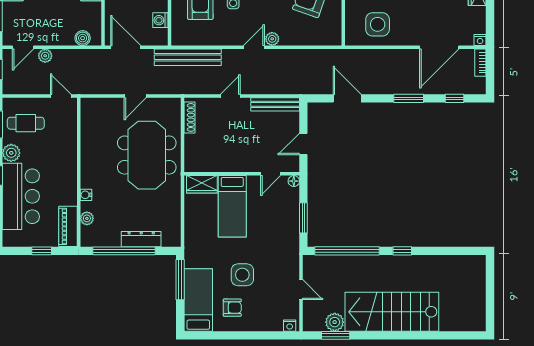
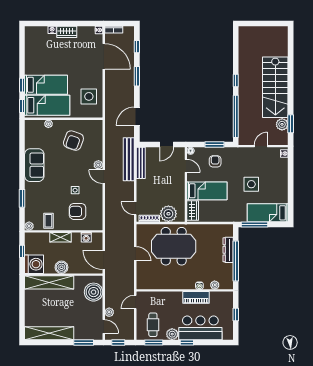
boiler: (83, 38) -> (94, 292), width x1.86, depth x1.86
door: (126, 47) -> (104, 260), hinge flipped
bench: (188, 57) -> (129, 159), moved
door: (230, 96) -> (135, 208), moved
door: (303, 144) -> (166, 145), hinge flipped
plant: (197, 147) -> (168, 214), added
piano: (68, 226) -> (196, 297), moved
armchair: (232, 308) -> (215, 161), moved

